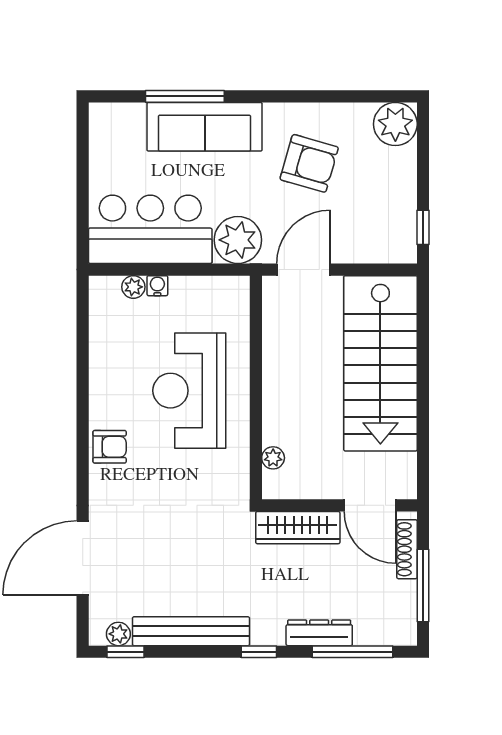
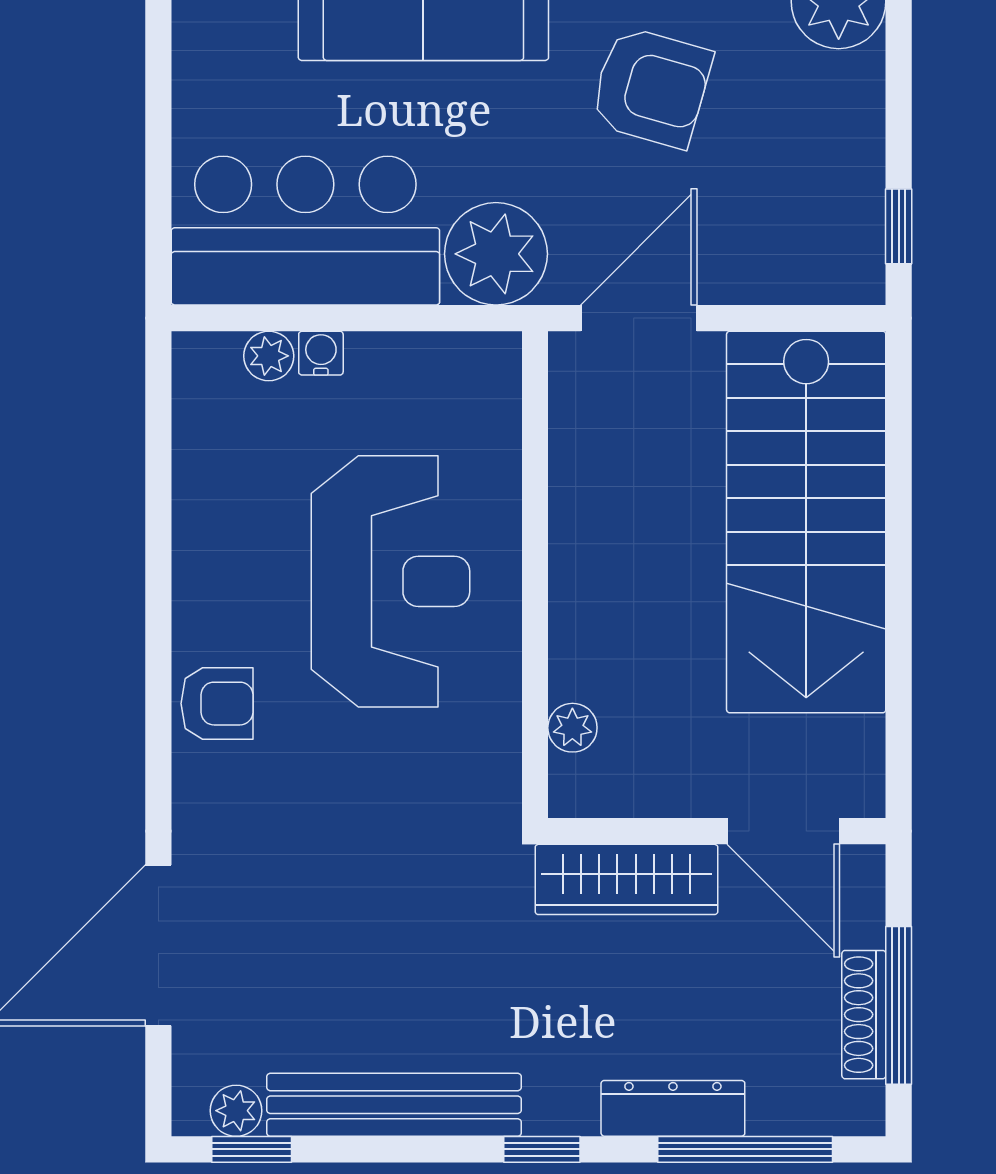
reception desk: (189, 391) -> (390, 581), turned 180
shoe rack: (407, 549) -> (864, 1015), moved

